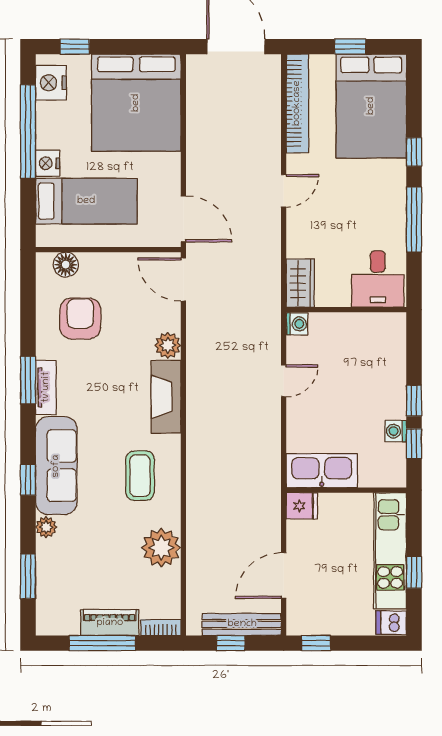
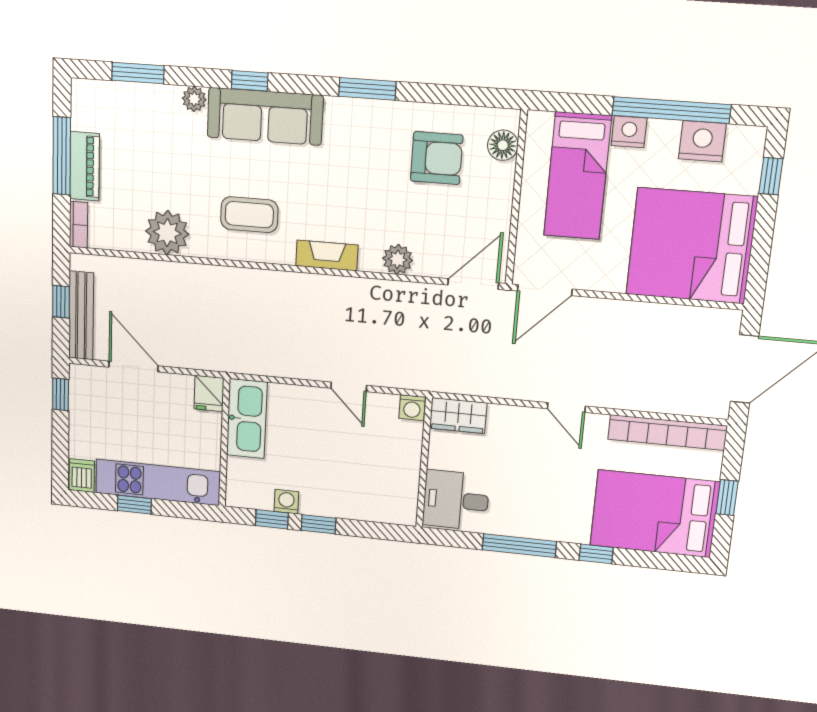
nightstand: (51, 83) -> (702, 141), moved
tv unit: (46, 387) -> (357, 110), removed
fireplace: (166, 397) -> (327, 255), width x0.73, depth x0.76

